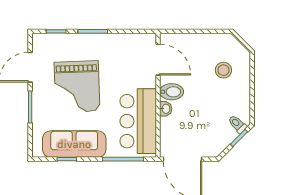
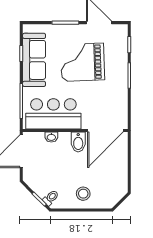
door: (158, 60) -> (105, 131), width x1.36
stool: (223, 70) -> (83, 194), moved
washbasin: (166, 109) -> (51, 137), moved

